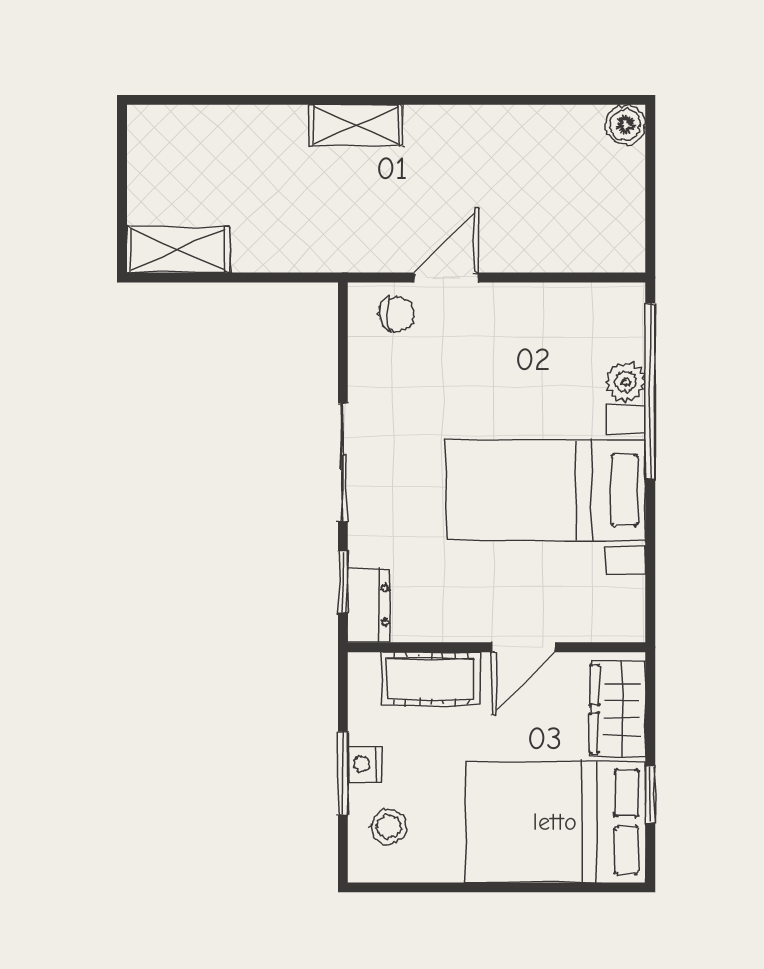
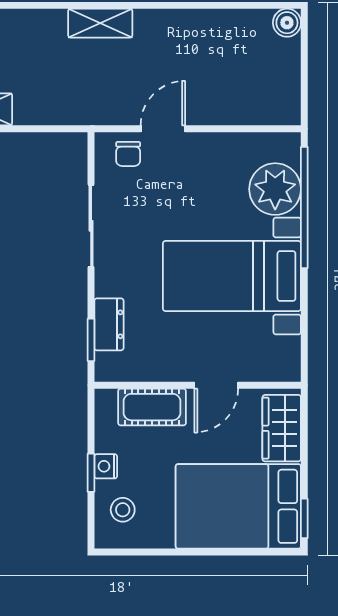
chair: (396, 314) -> (128, 154), turned 90
plant: (626, 382) -> (275, 189), width x1.88, depth x1.88
sliding door: (343, 462) -> (91, 226), moved
dresser: (369, 605) -> (109, 324), moved
window: (343, 773) -> (91, 473), width x0.67
window: (650, 794) -> (304, 518), moved

